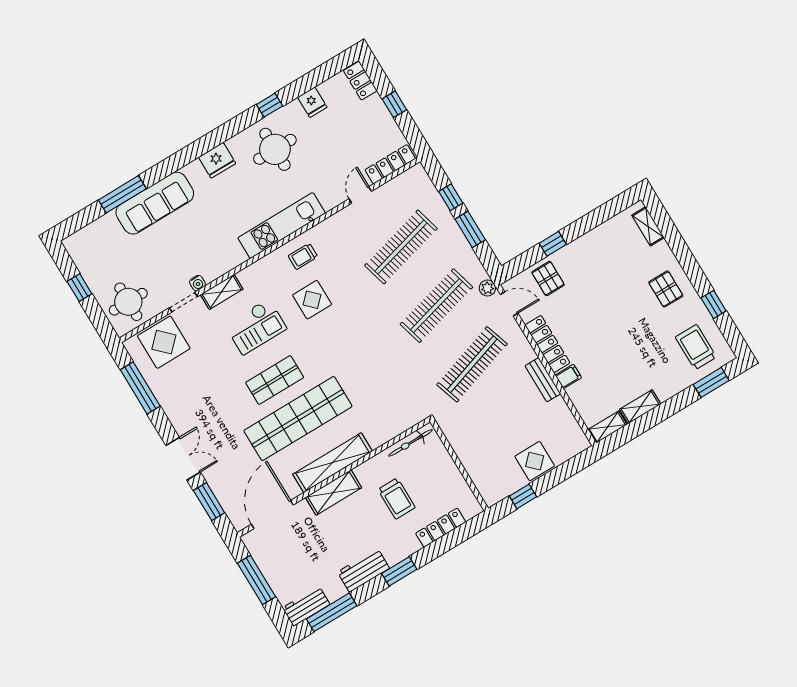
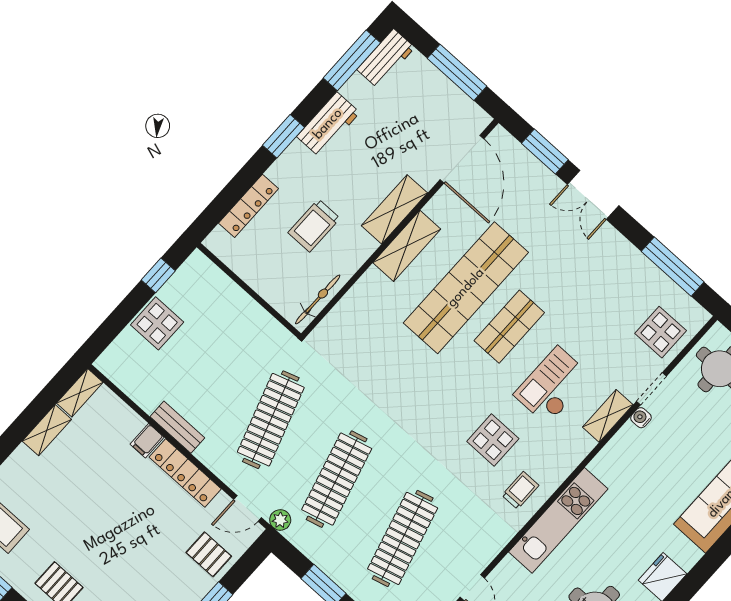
display table: (164, 342) -> (661, 332), width x0.73, depth x0.73
shelving: (332, 463) -> (407, 246), width x0.68
trolley: (397, 498) -> (314, 225), turned -90

